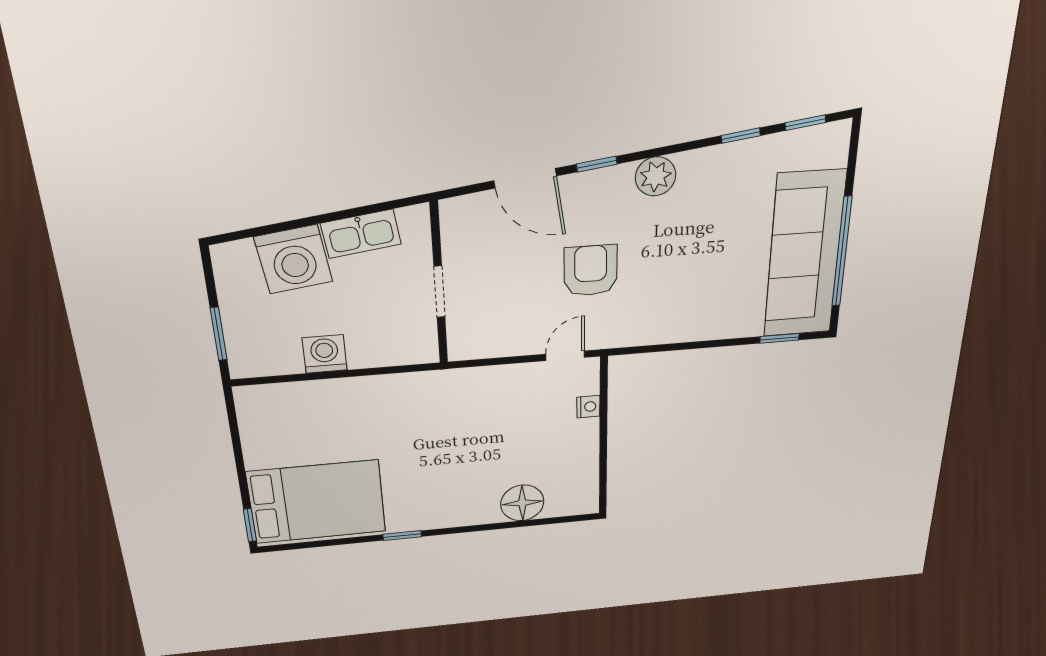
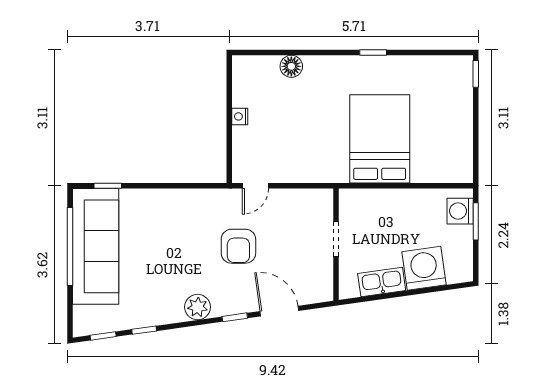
washing machine: (325, 354) -> (460, 211), moved, turned 90
nightstand: (588, 407) -> (240, 116), moved
bed: (317, 502) -> (380, 139), moved, turned 90
floor lamp: (522, 503) -> (291, 66), width x0.73, depth x0.73

